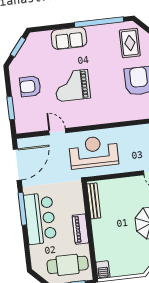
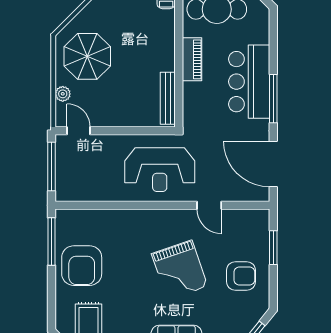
grand piano: (72, 86) -> (180, 270), turned 71
door: (17, 165) -> (273, 164), hinge flipped

